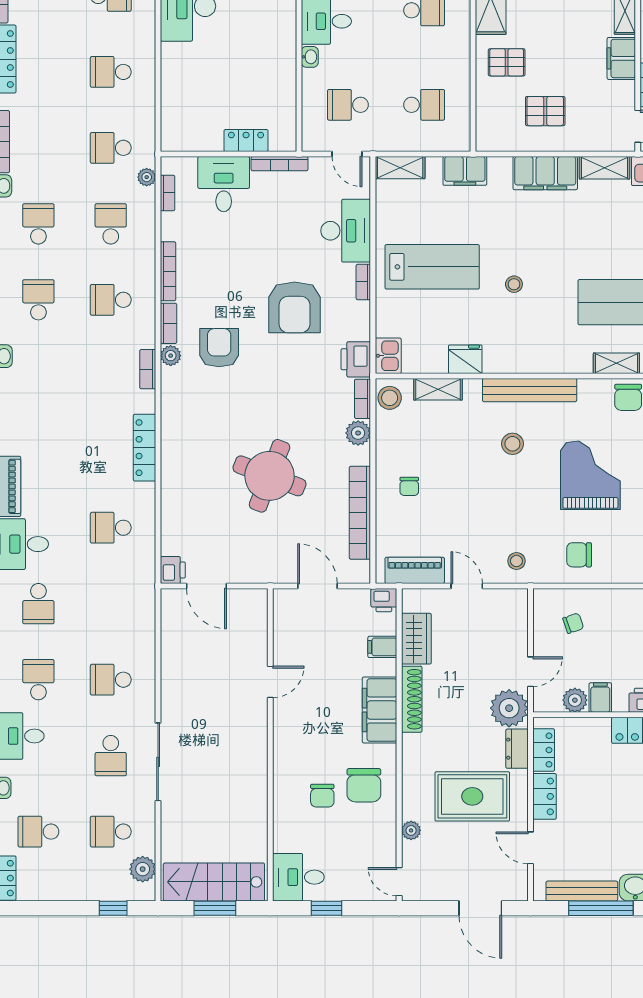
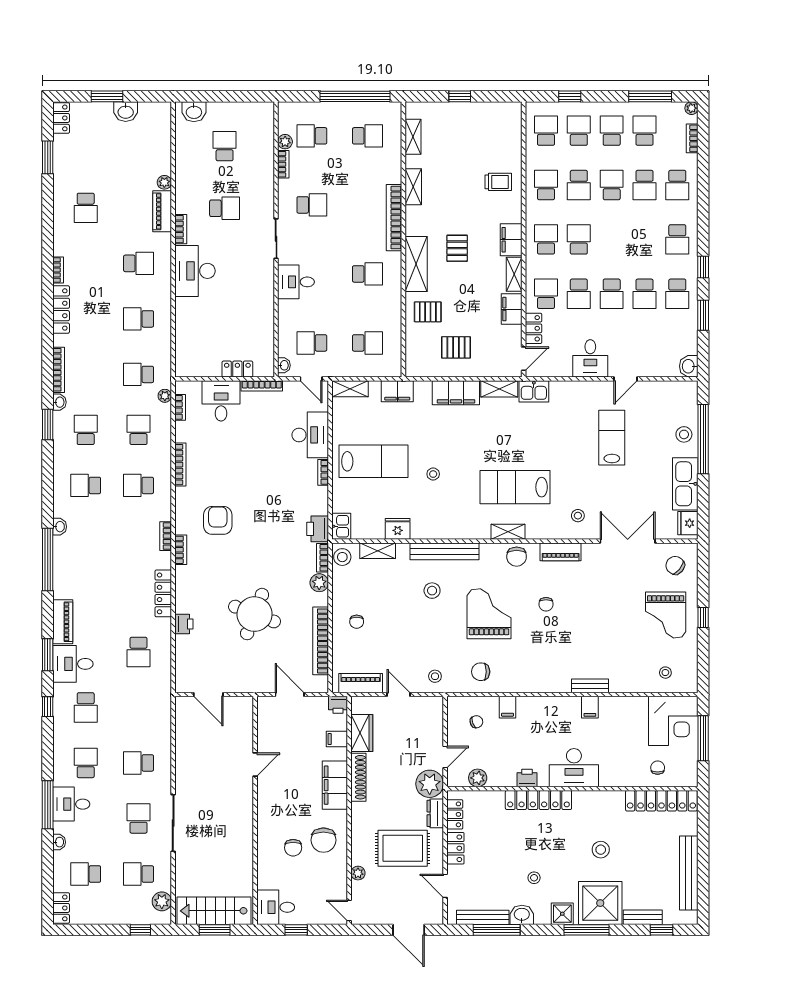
washbasin: (310, 57) -> (284, 365), moved
school desk: (38, 300) -> (86, 485), turned -90
armchair: (295, 307) -> (273, 491), removed
bookcase: (169, 323) -> (181, 550), moved
plant: (171, 356) -> (182, 526), removed
school desk: (111, 528) -> (139, 652), turned -90
printer: (173, 570) -> (184, 624), moved
filing cabinet: (600, 698) -> (508, 707), moved, turned 180
school desk: (111, 756) -> (139, 818), turned 180

